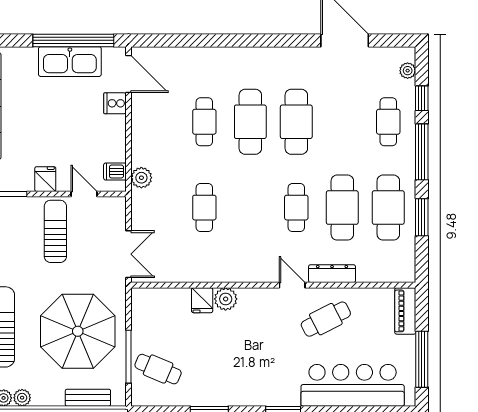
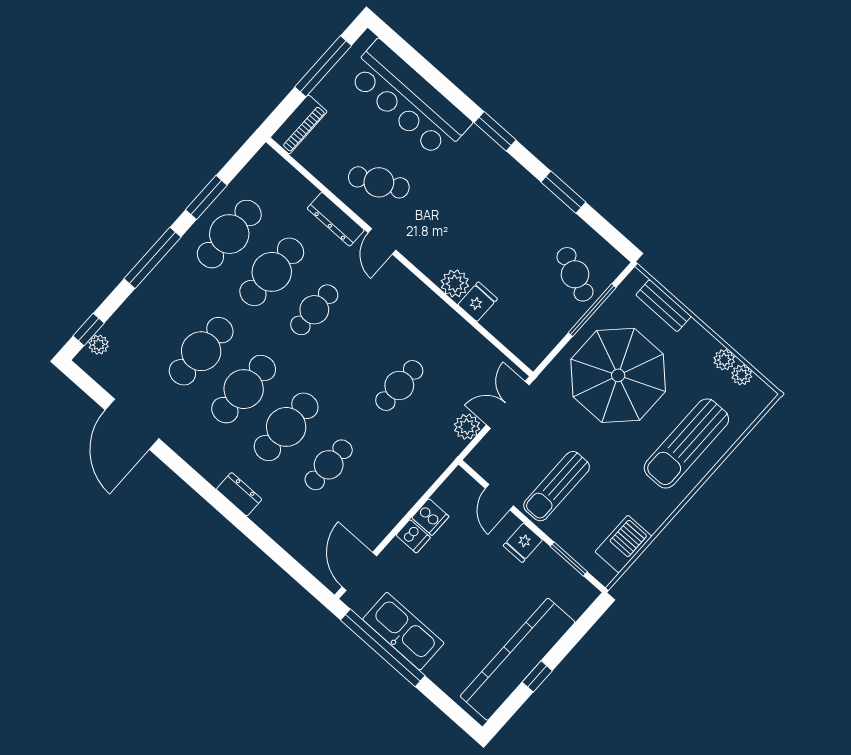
dresser: (242, 56) -> (239, 494), added
window: (422, 98) -> (89, 330), moved
cooker: (115, 103) -> (430, 517), moved
cafe table: (388, 122) -> (201, 351), moved, width x1.37, depth x1.35
dishwasher: (115, 172) -> (413, 536), moved
plant: (141, 178) -> (467, 427), moved

